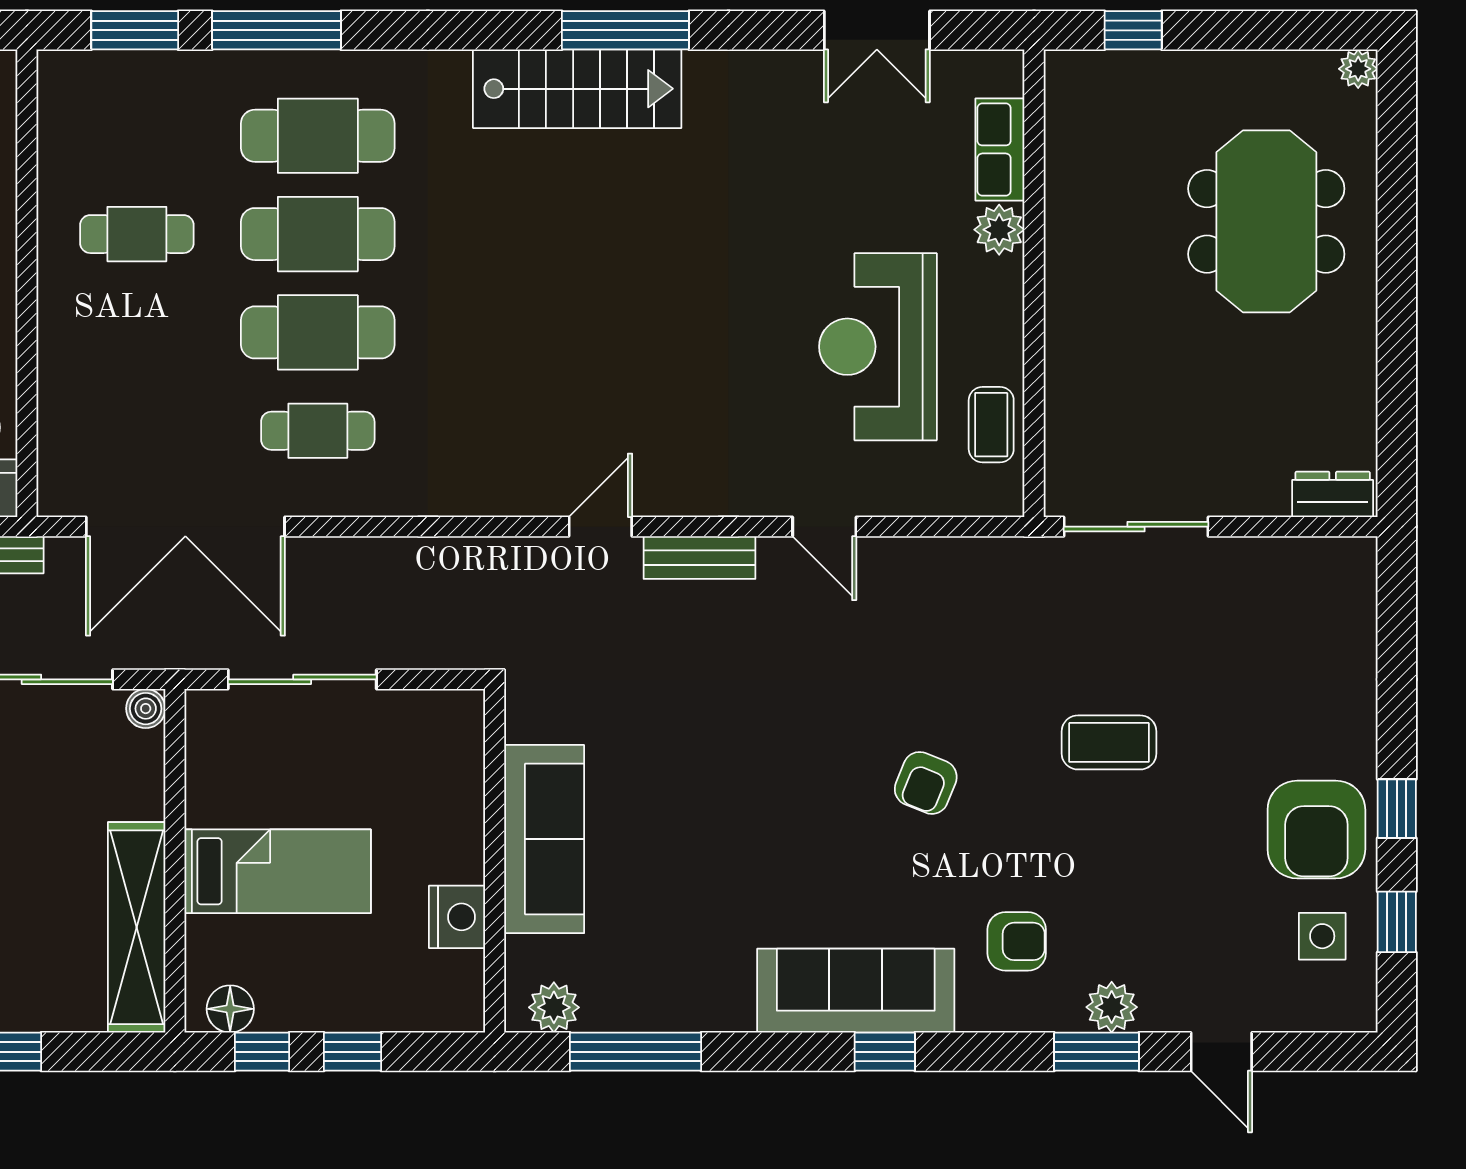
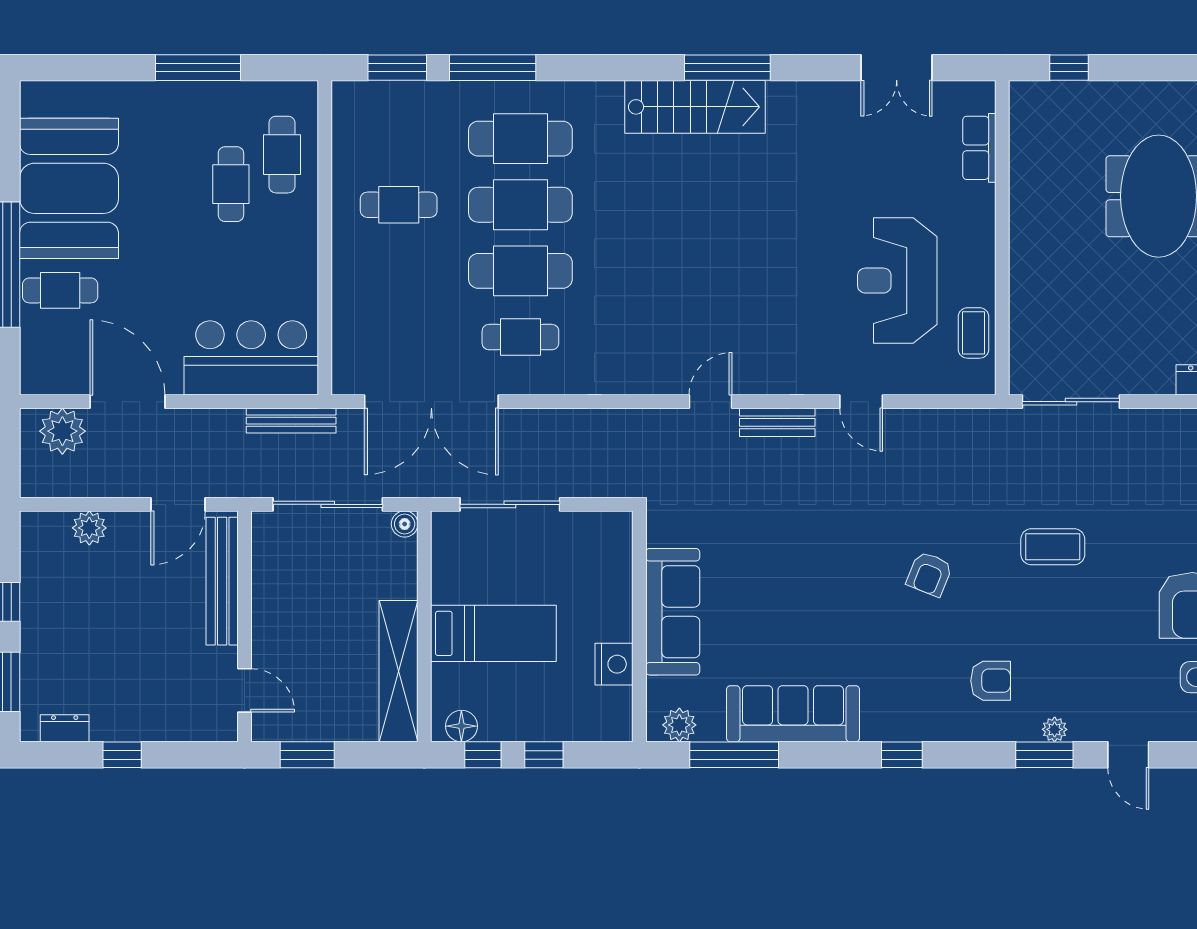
plant: (999, 230) -> (979, 202), removed
sofa: (856, 991) -> (793, 714), moved
plant: (1112, 1007) -> (1055, 729), width x0.73, depth x0.73

